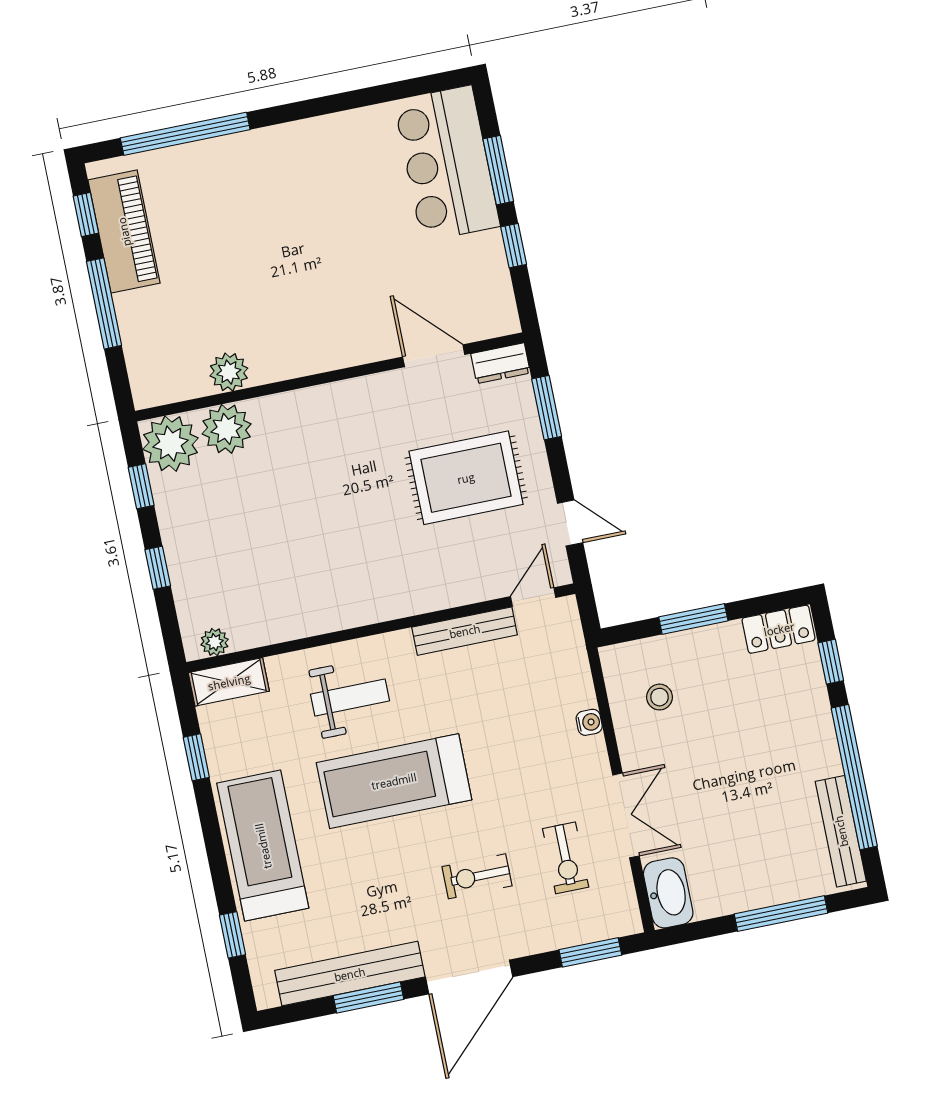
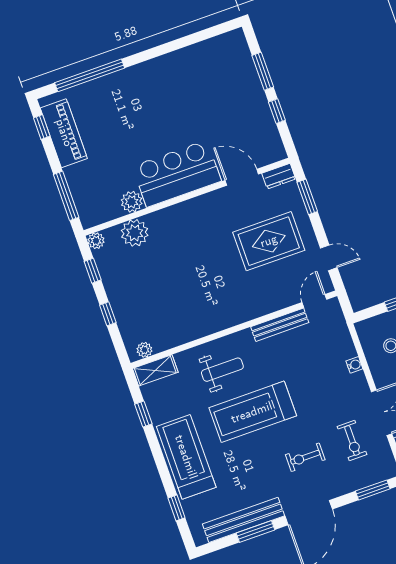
bar counter: (447, 163) -> (177, 174), moved, turned 90
window: (104, 303) -> (66, 196), moved
plant: (171, 444) -> (96, 241), width x0.53, depth x0.53

